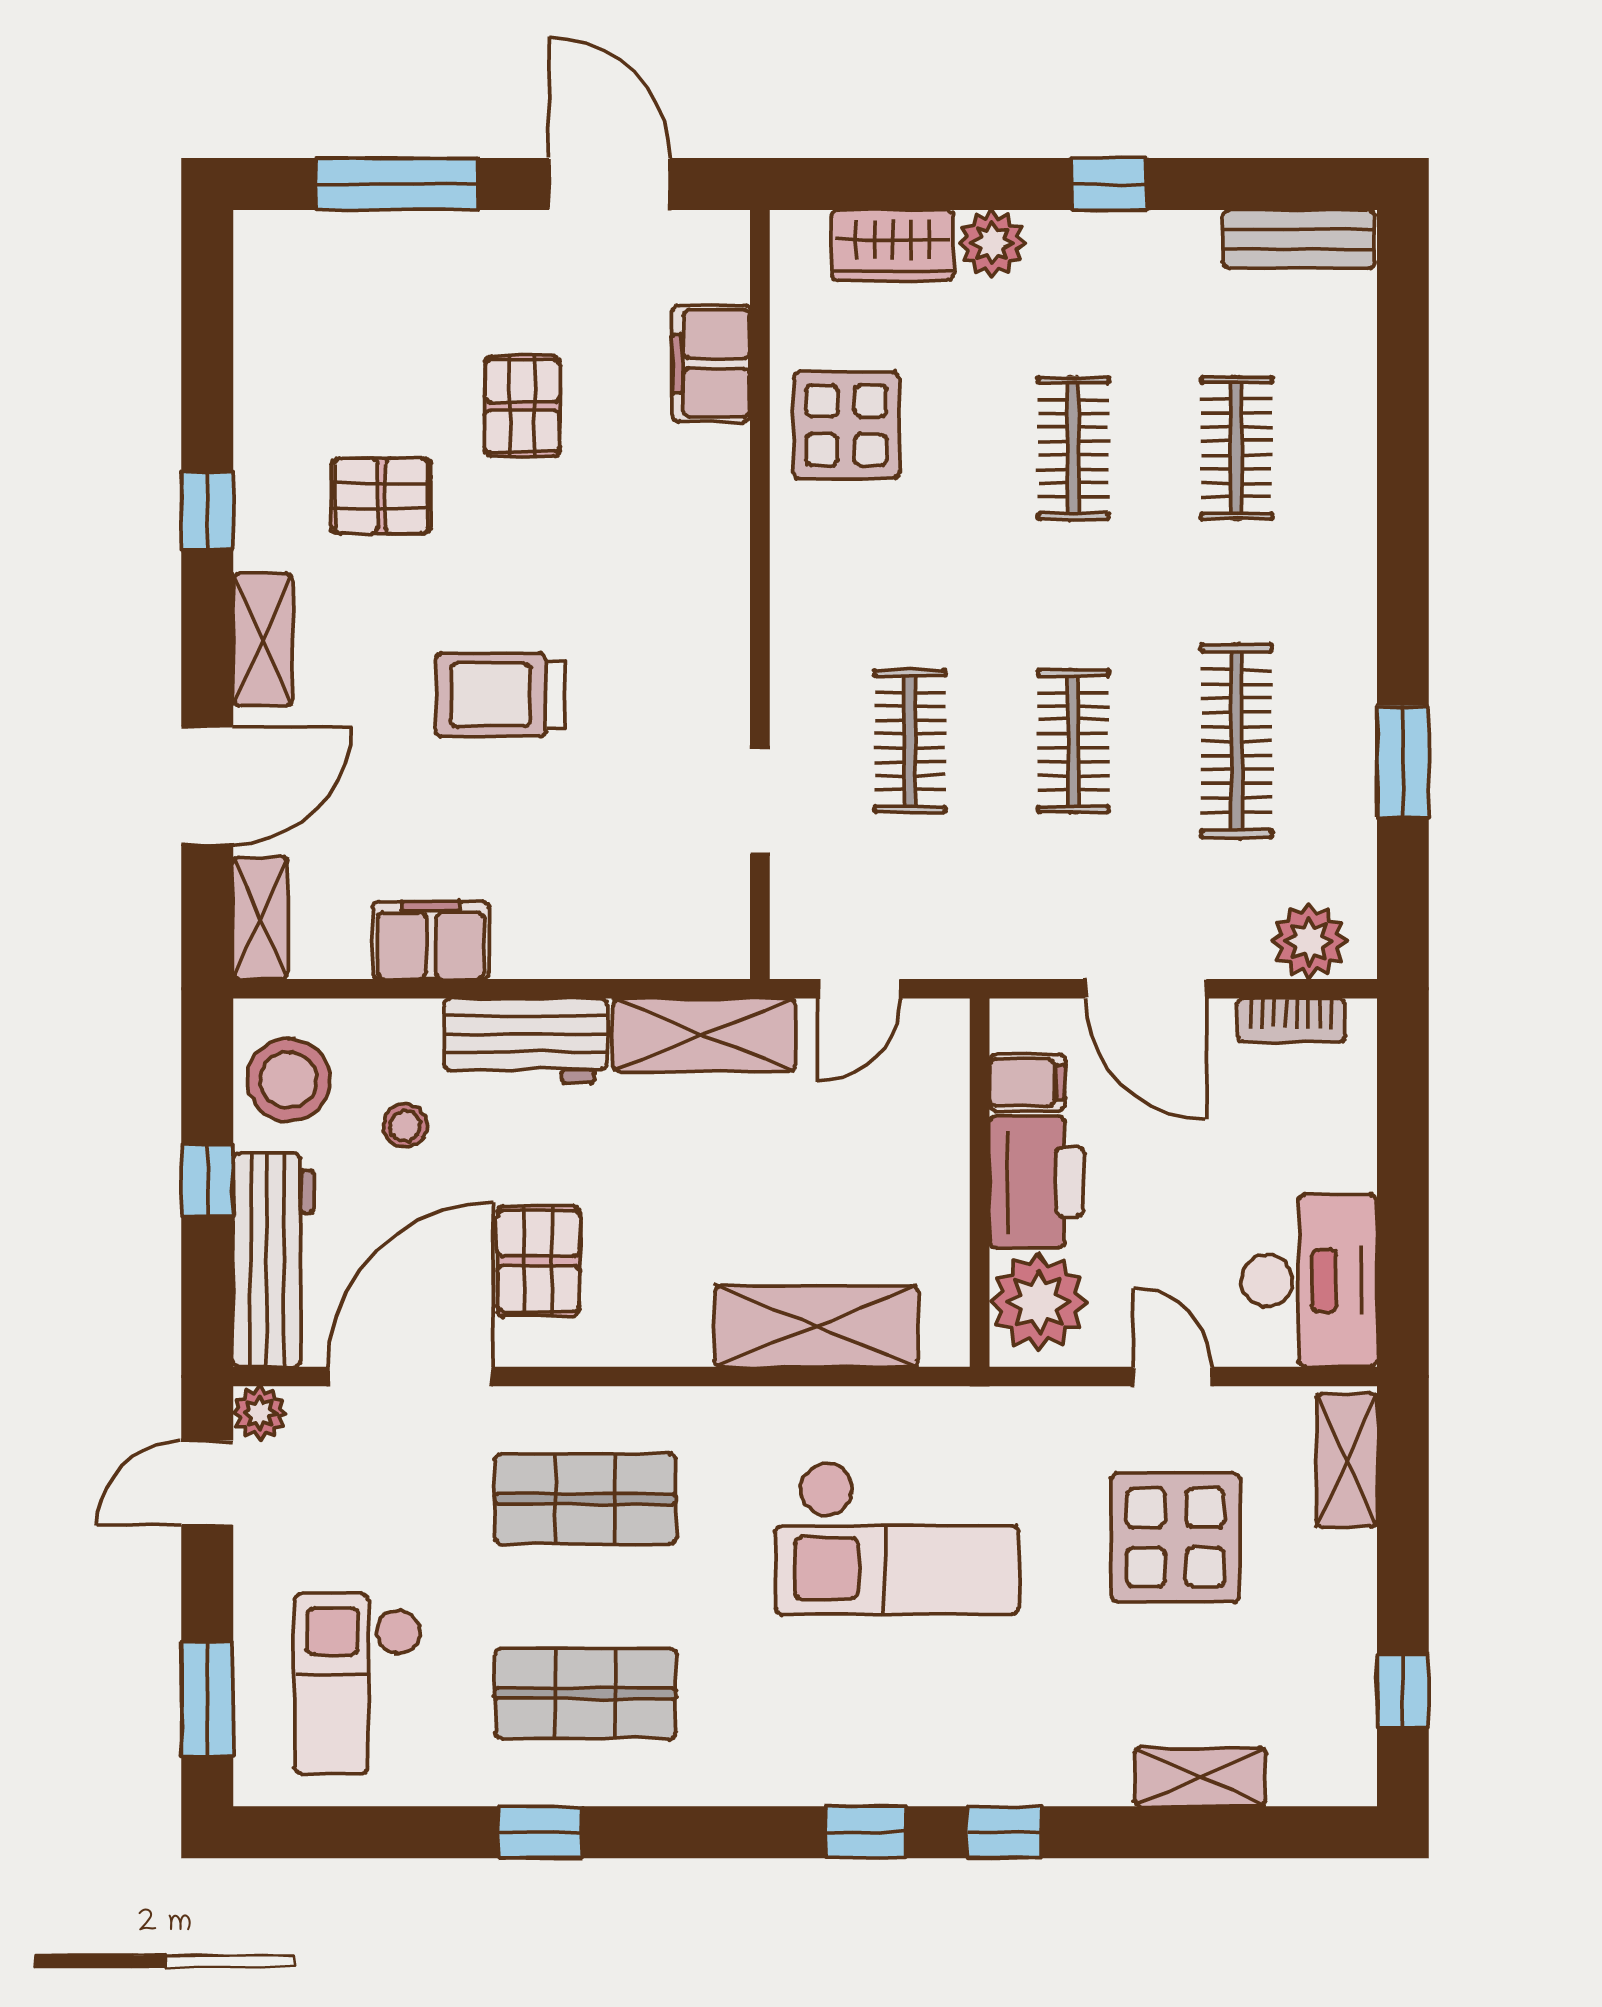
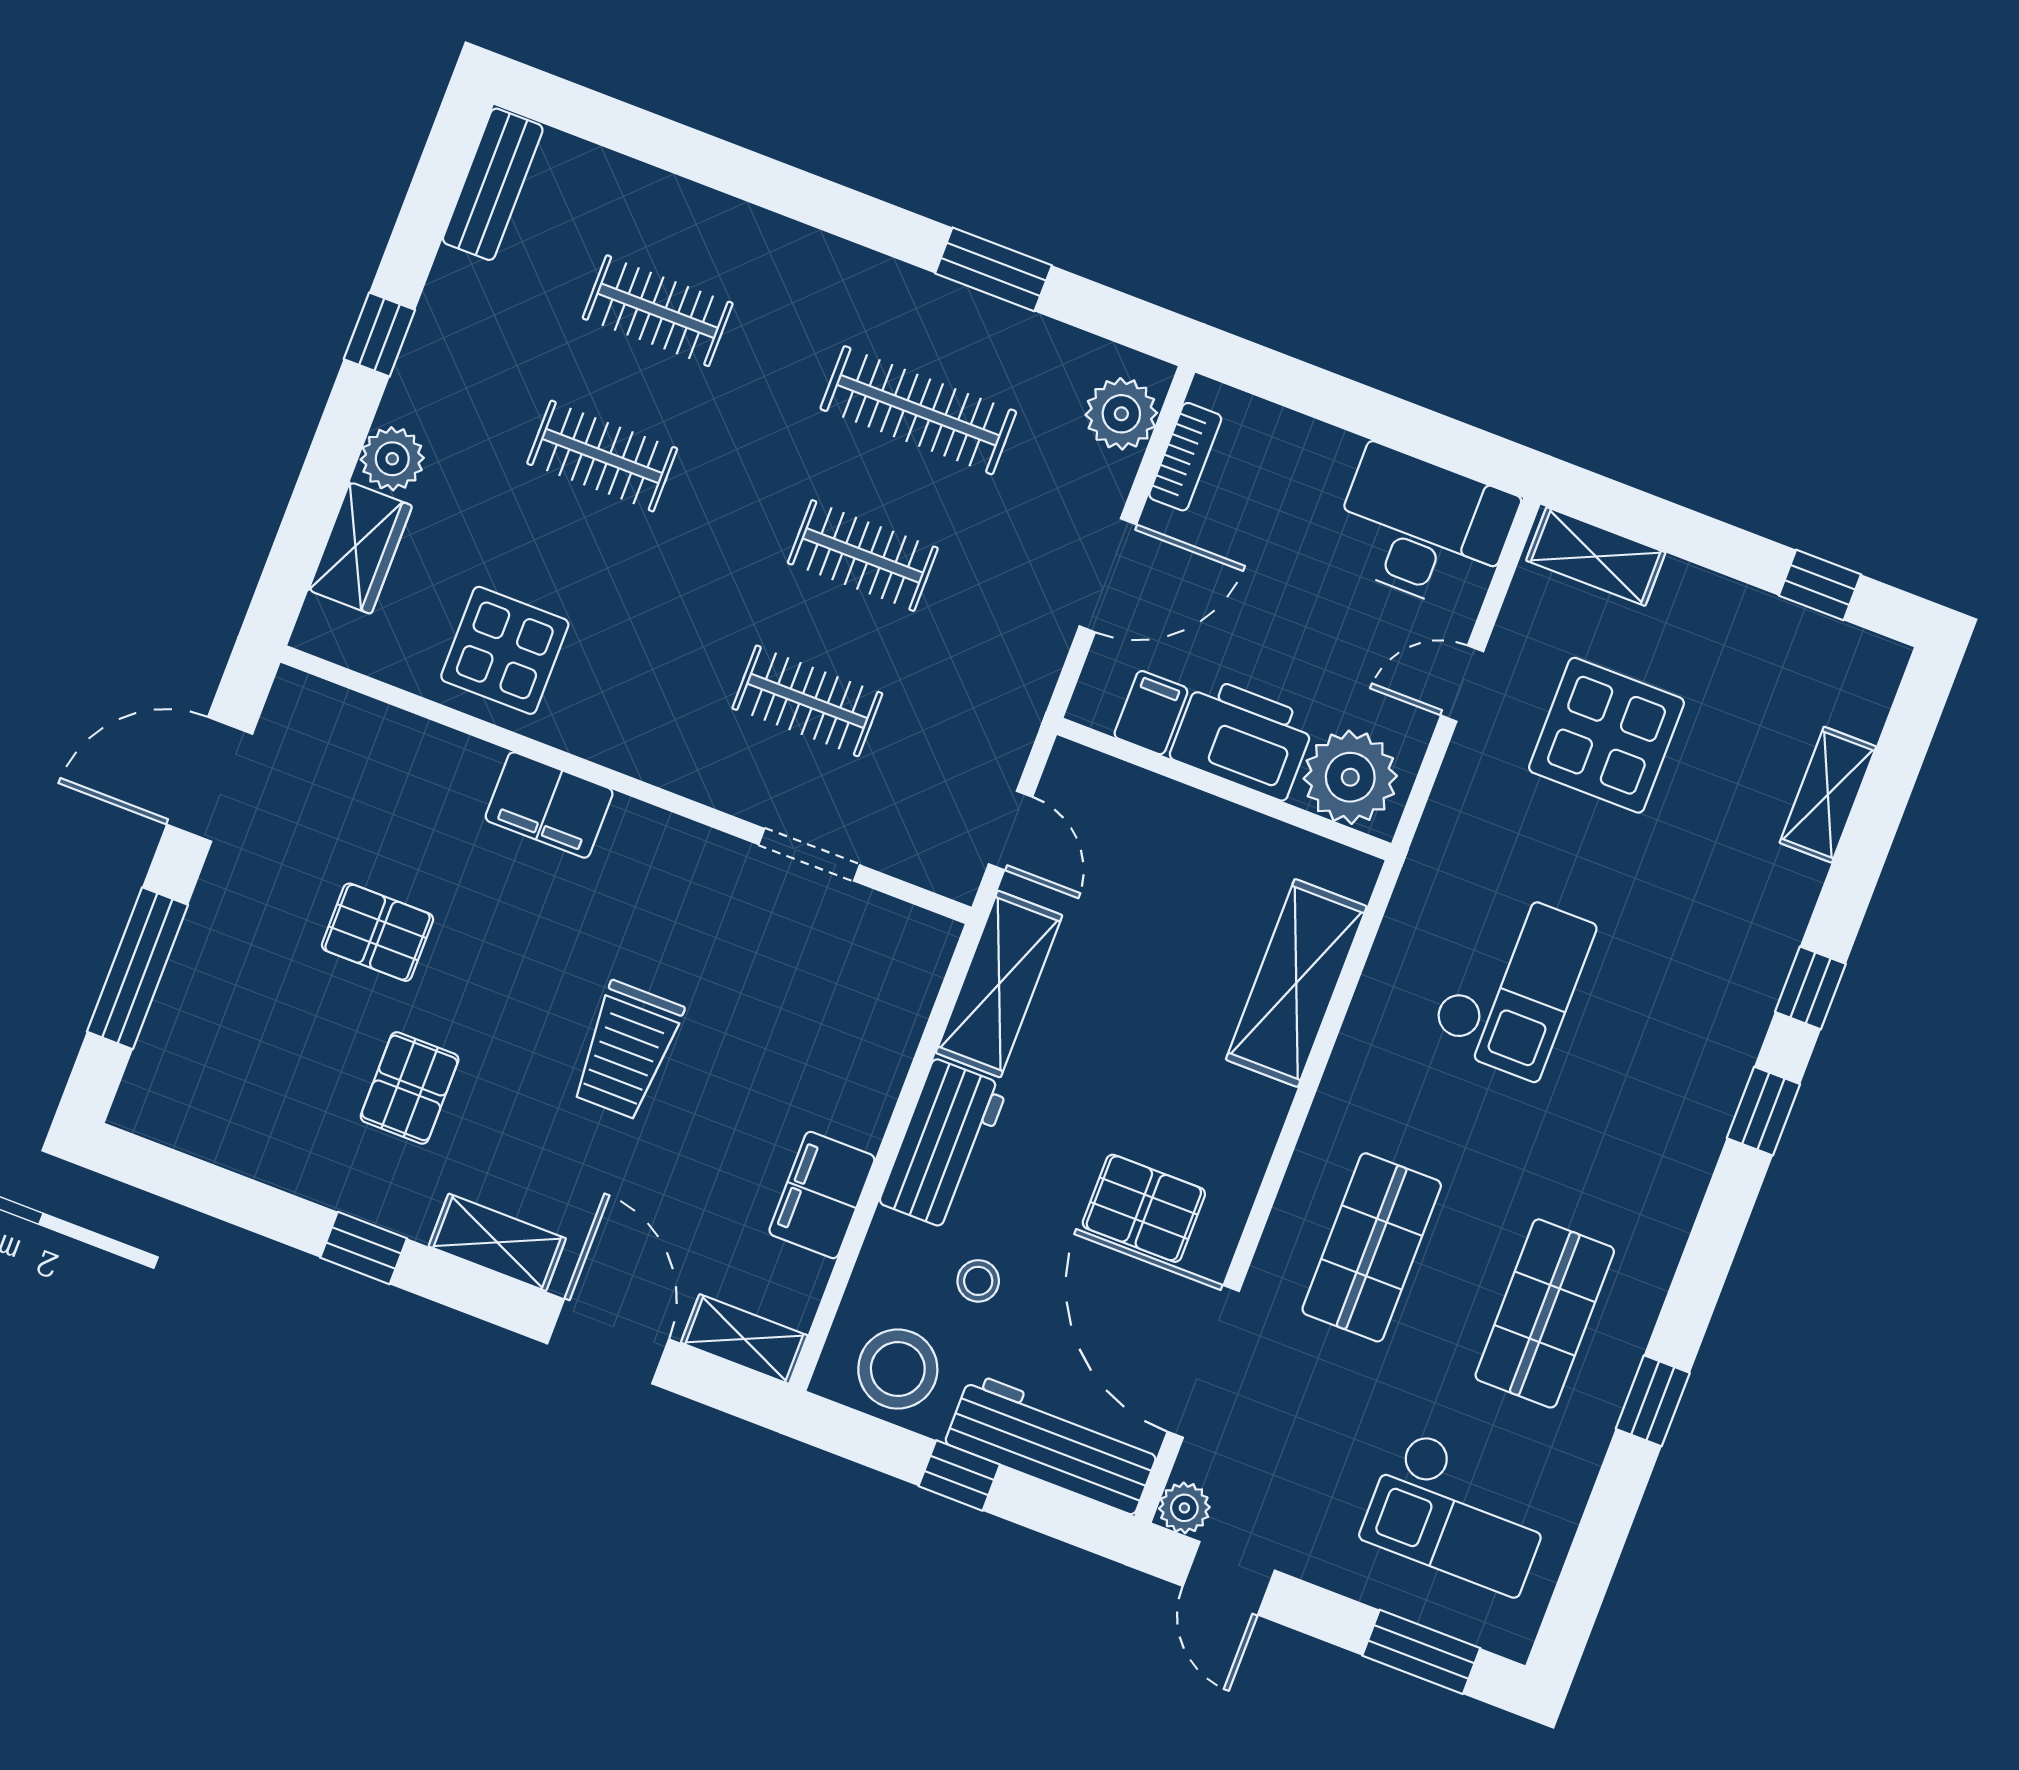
filing cabinet: (711, 363) -> (549, 805), moved
checkout: (897, 1538) -> (1512, 983), width x0.73, depth x0.83

